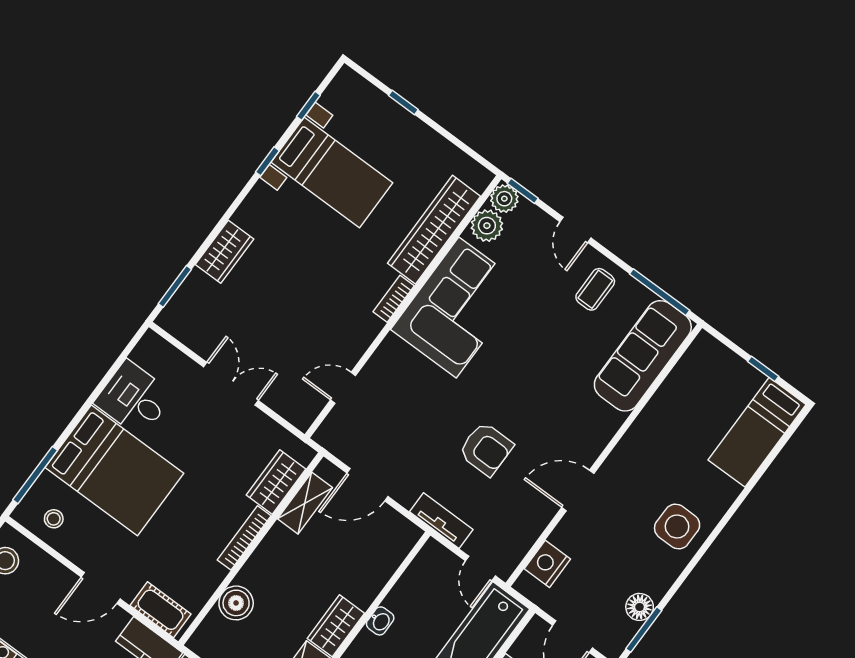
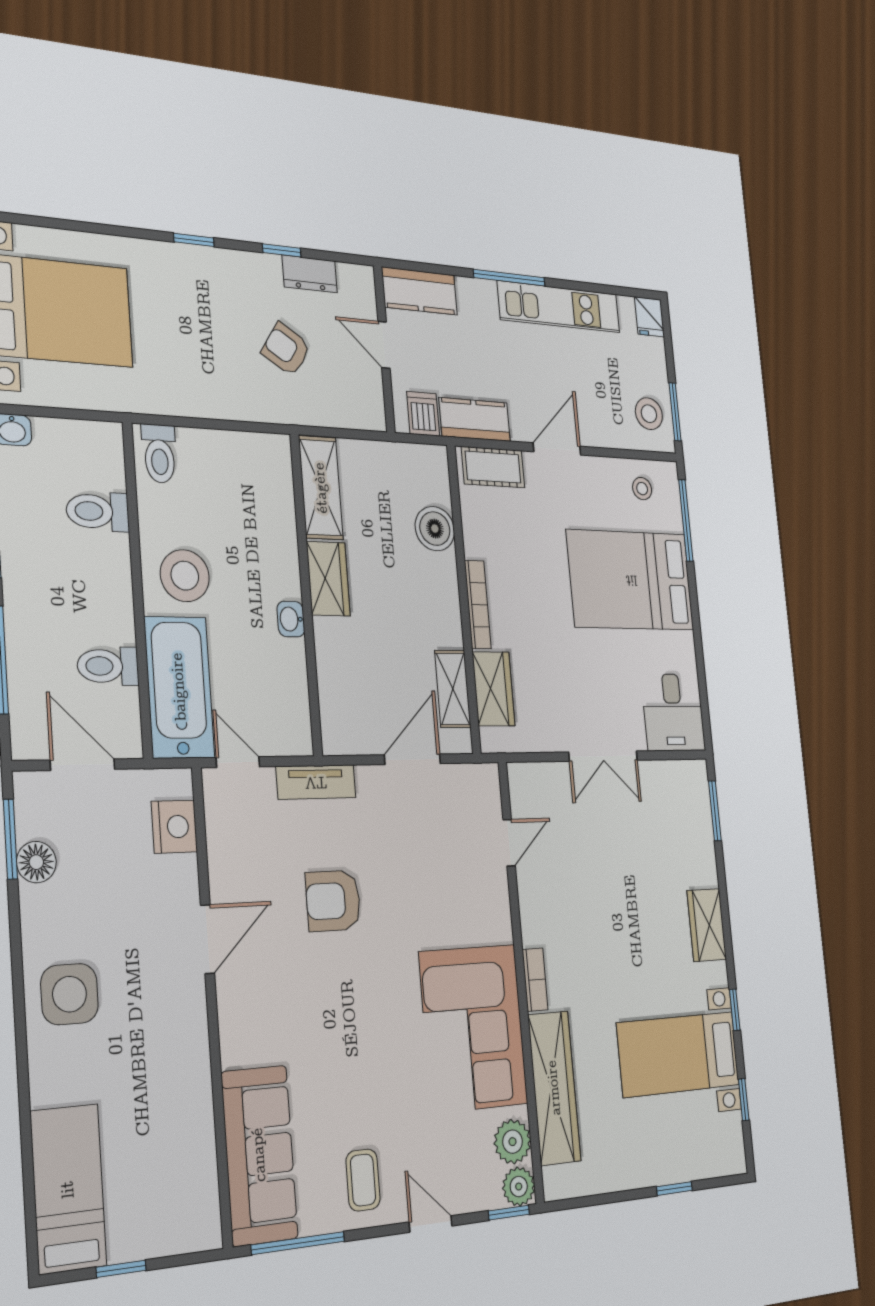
wardrobe: (224, 252) -> (707, 925), moved
desk: (134, 399) -> (673, 712), moved, turned 90

